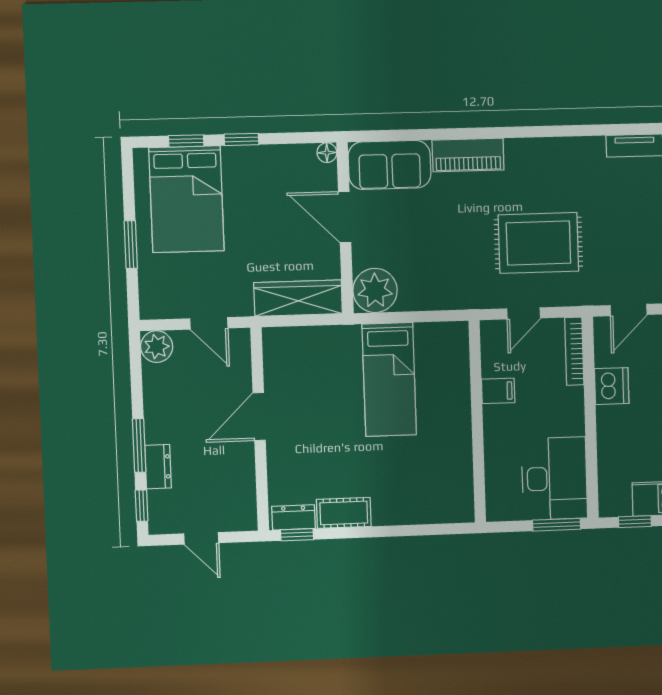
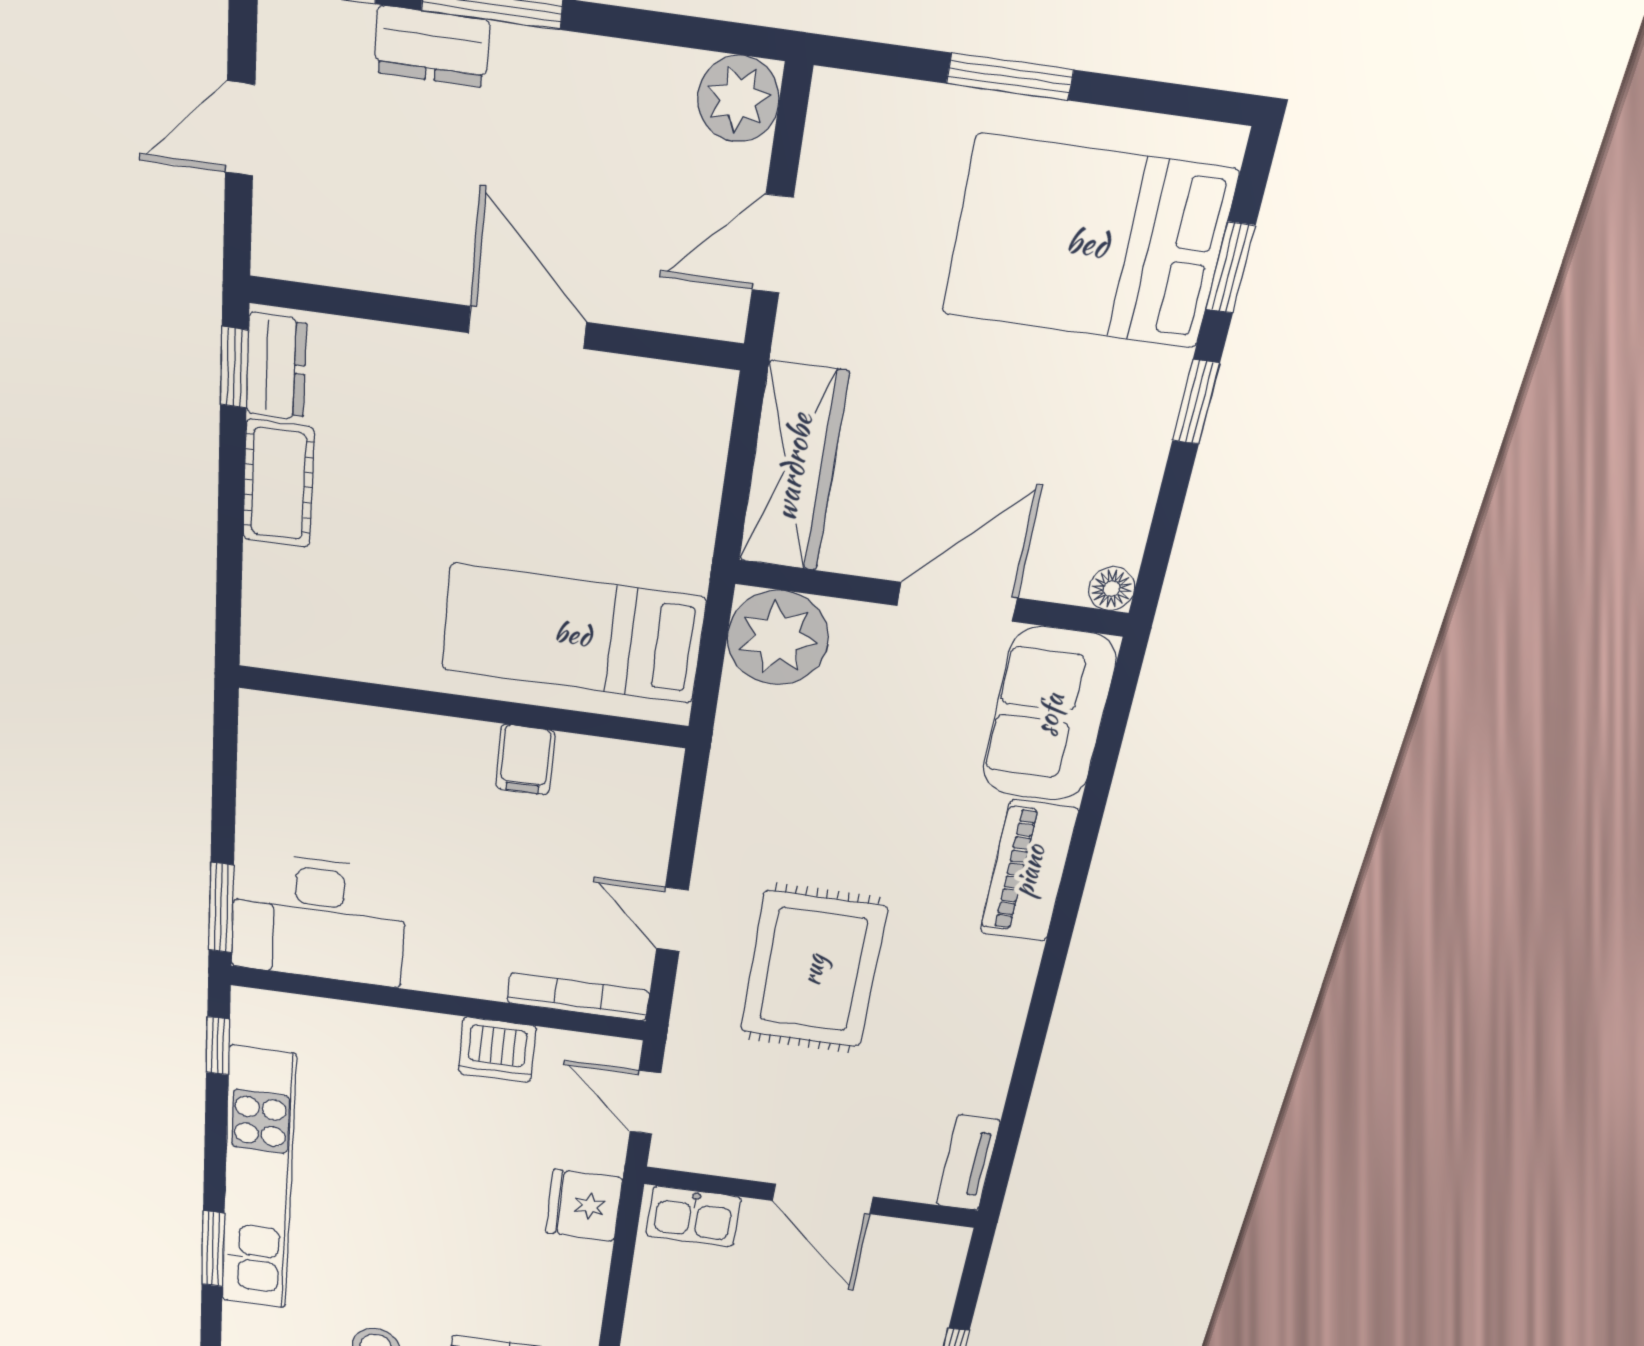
filing cabinet: (498, 391) -> (525, 760), moved
wall: (477, 422) -> (463, 707), moved

